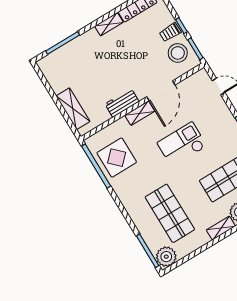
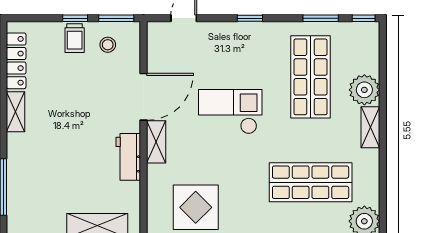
stool: (178, 53) -> (108, 45), width x0.53, depth x0.53
door: (161, 91) -> (144, 97), hinge flipped
checkout: (182, 144) -> (230, 112), turned 90

